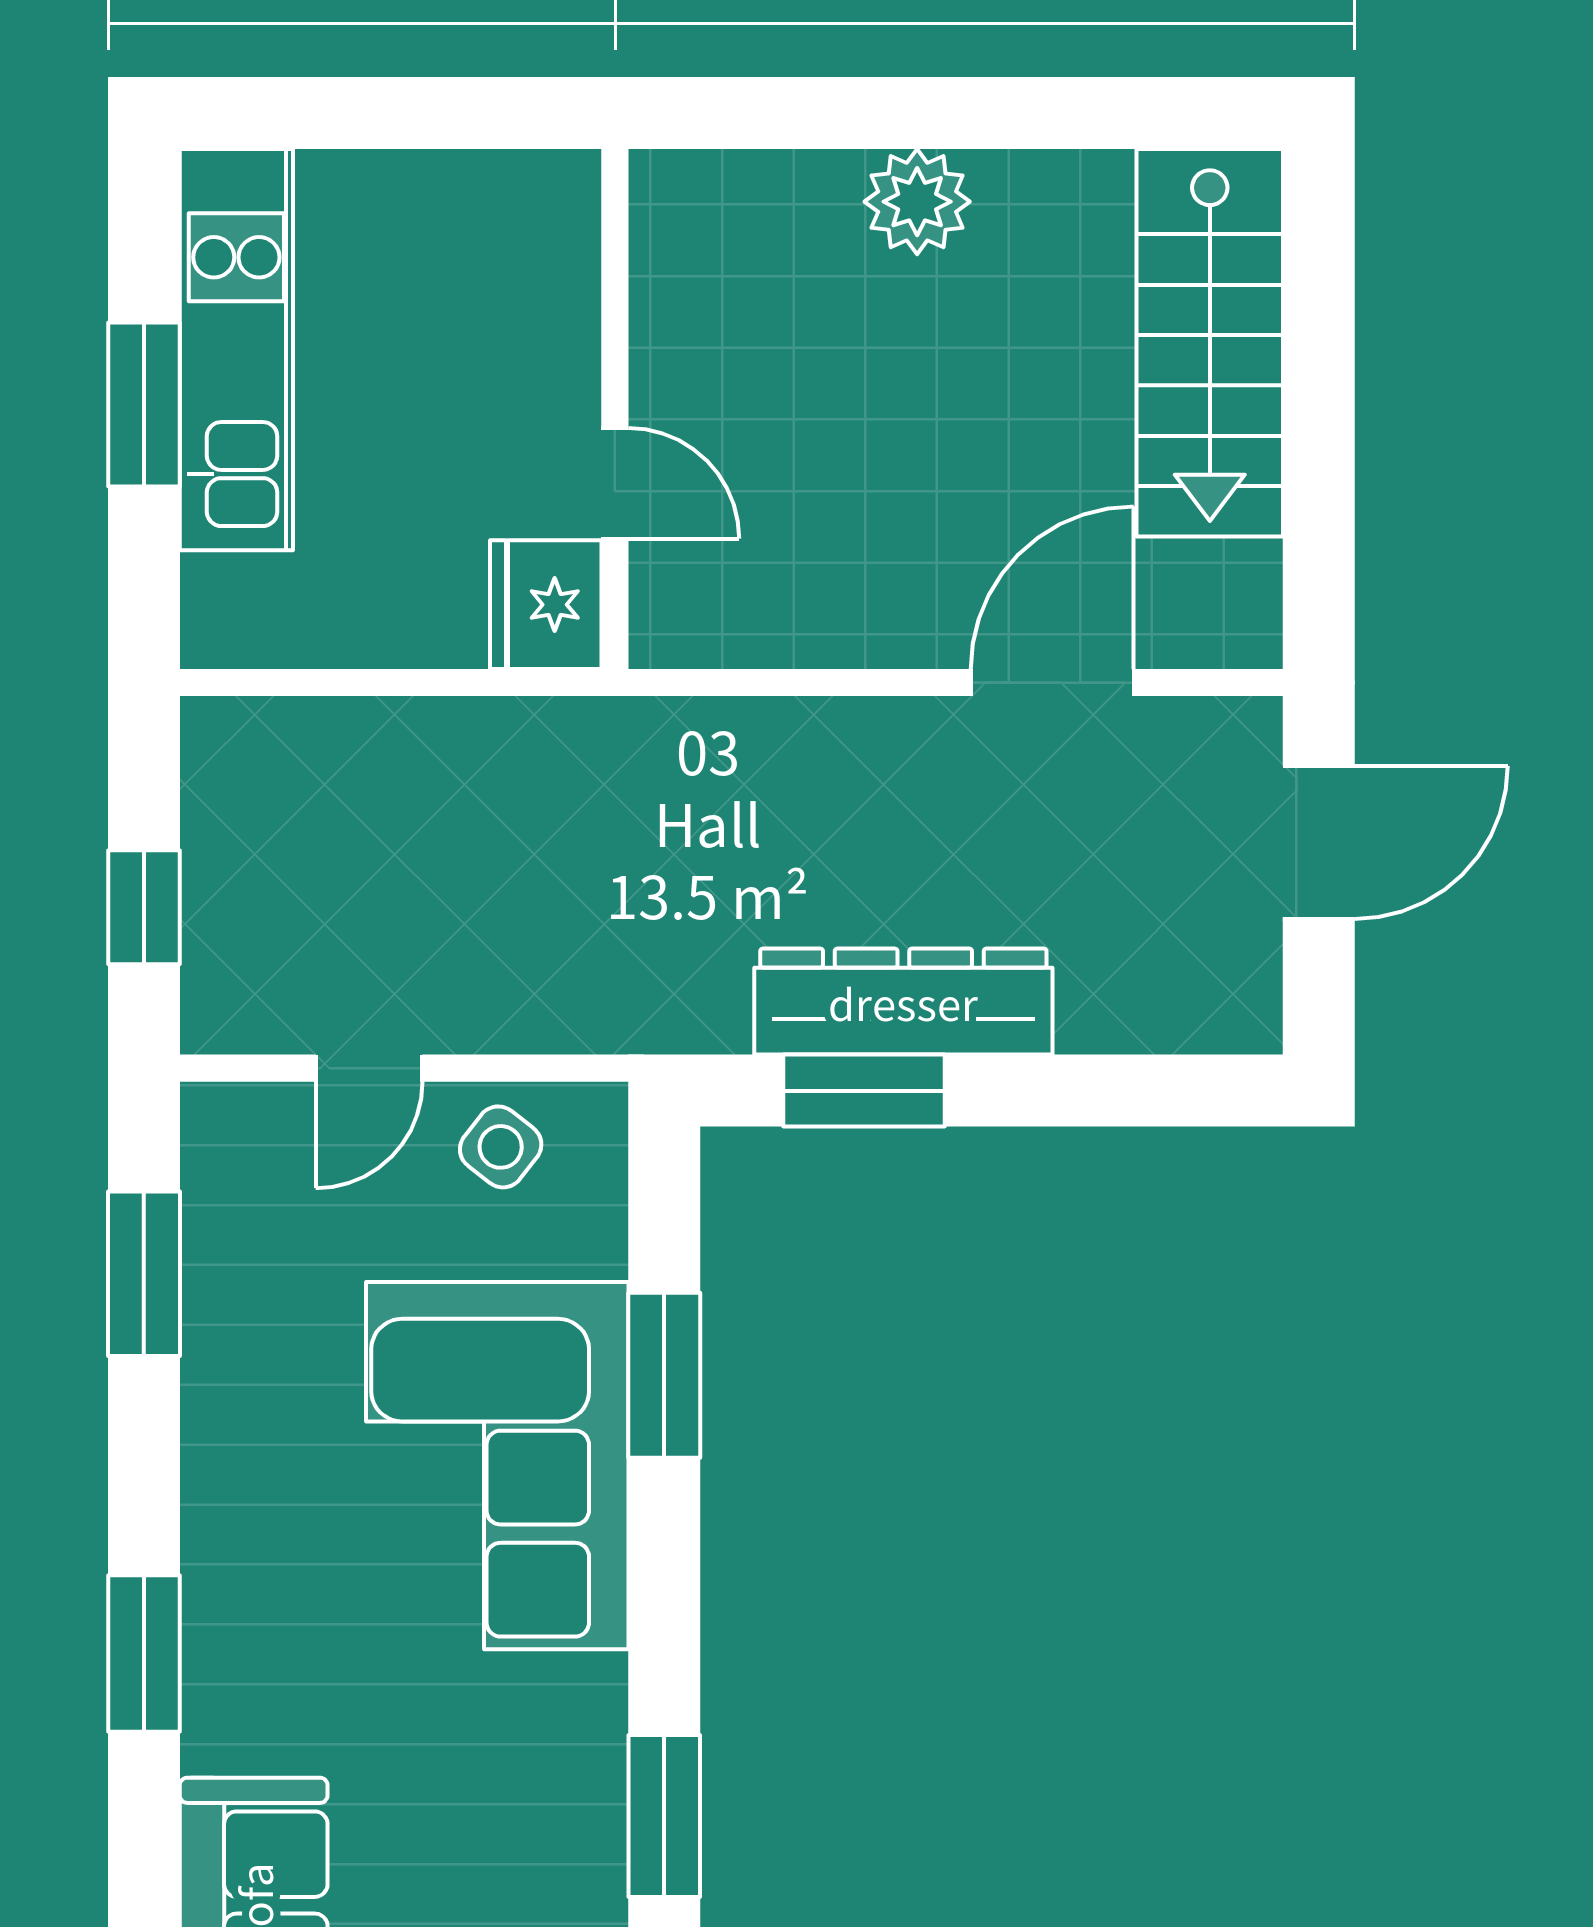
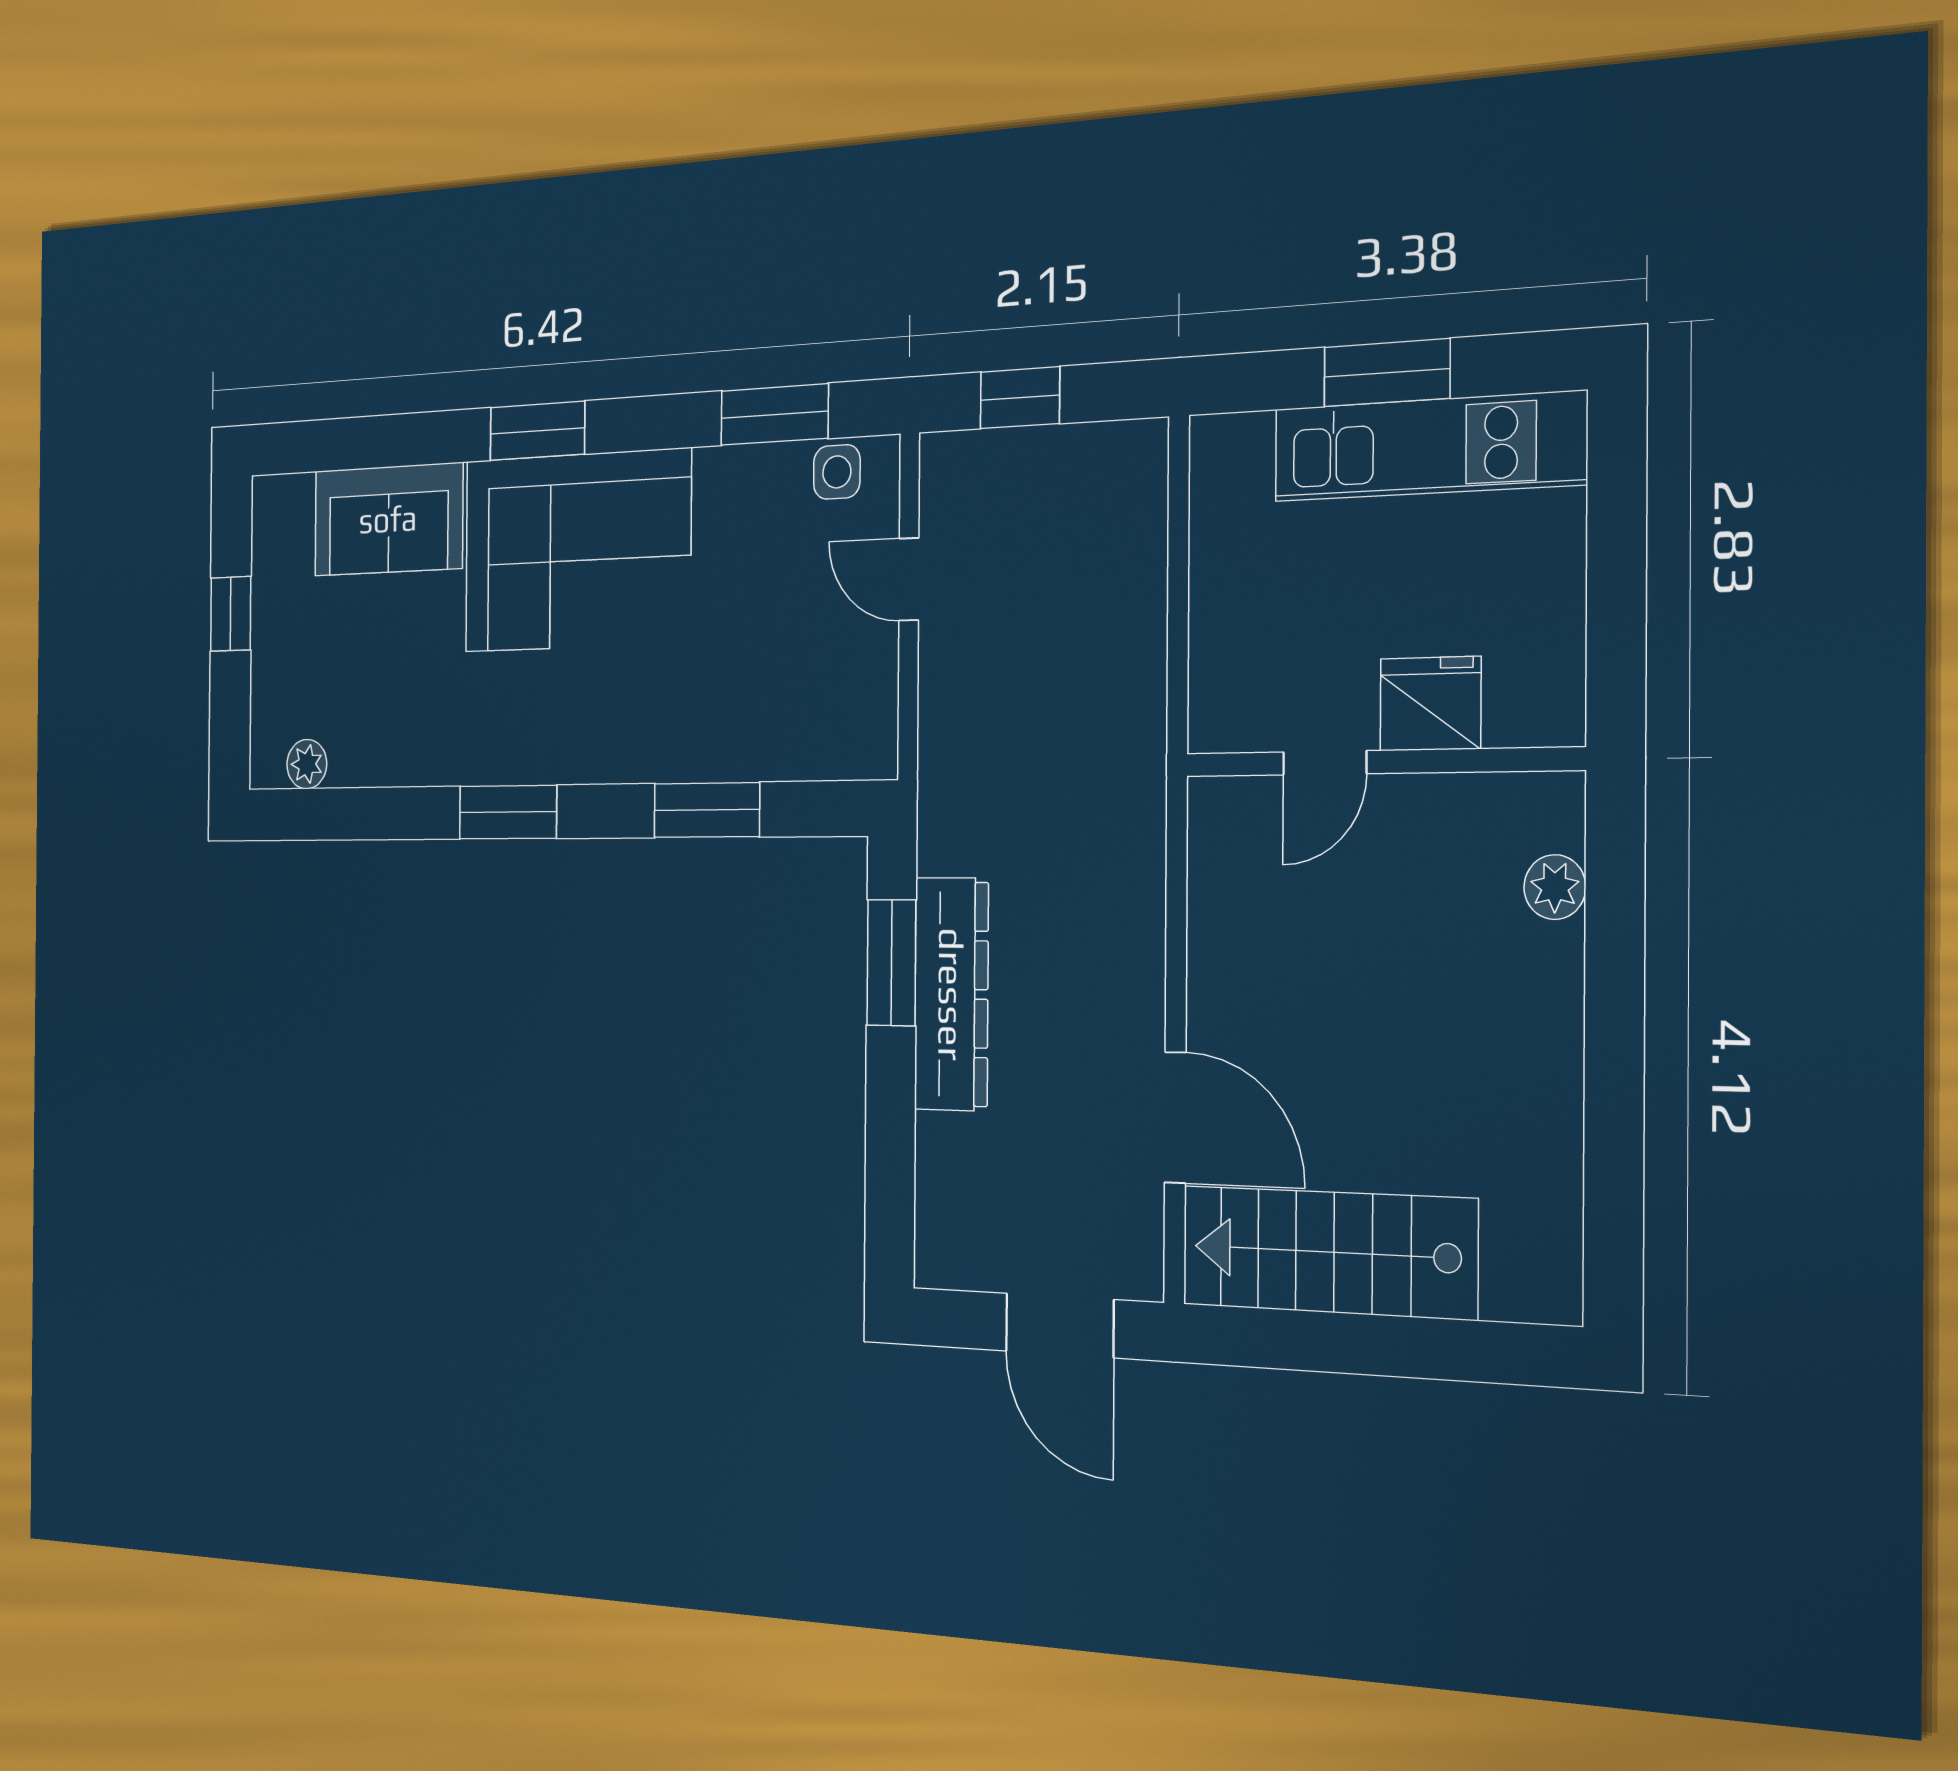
plant: (917, 202) -> (1555, 887), moved, width x0.73, depth x0.73
stairs: (1210, 343) -> (1328, 1252), moved
fridge: (546, 605) -> (1430, 704), moved
side table: (501, 1147) -> (837, 472), moved, turned -38
corner sofa: (497, 1466) -> (577, 551), moved, turned 180
window: (664, 1816) -> (508, 812), moved

